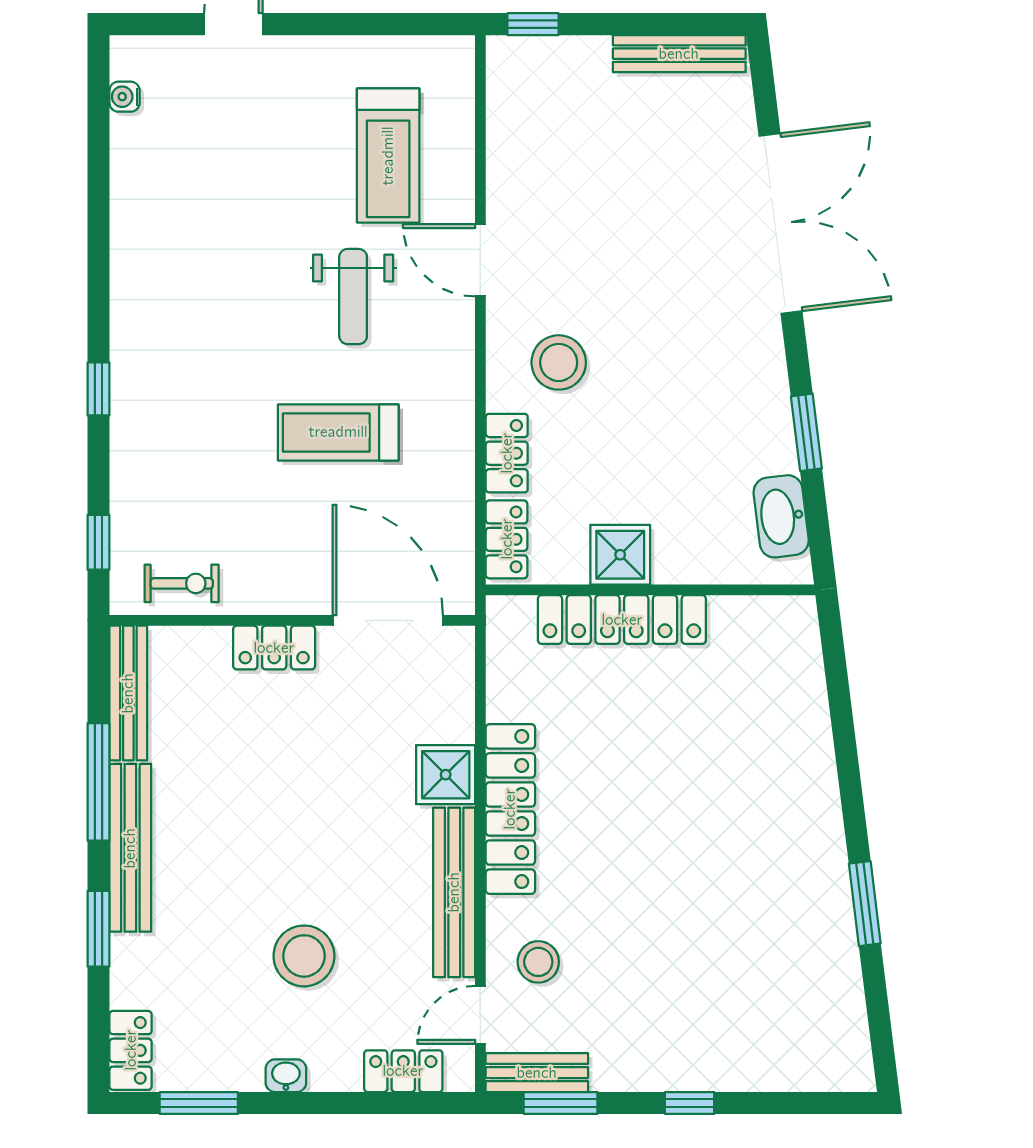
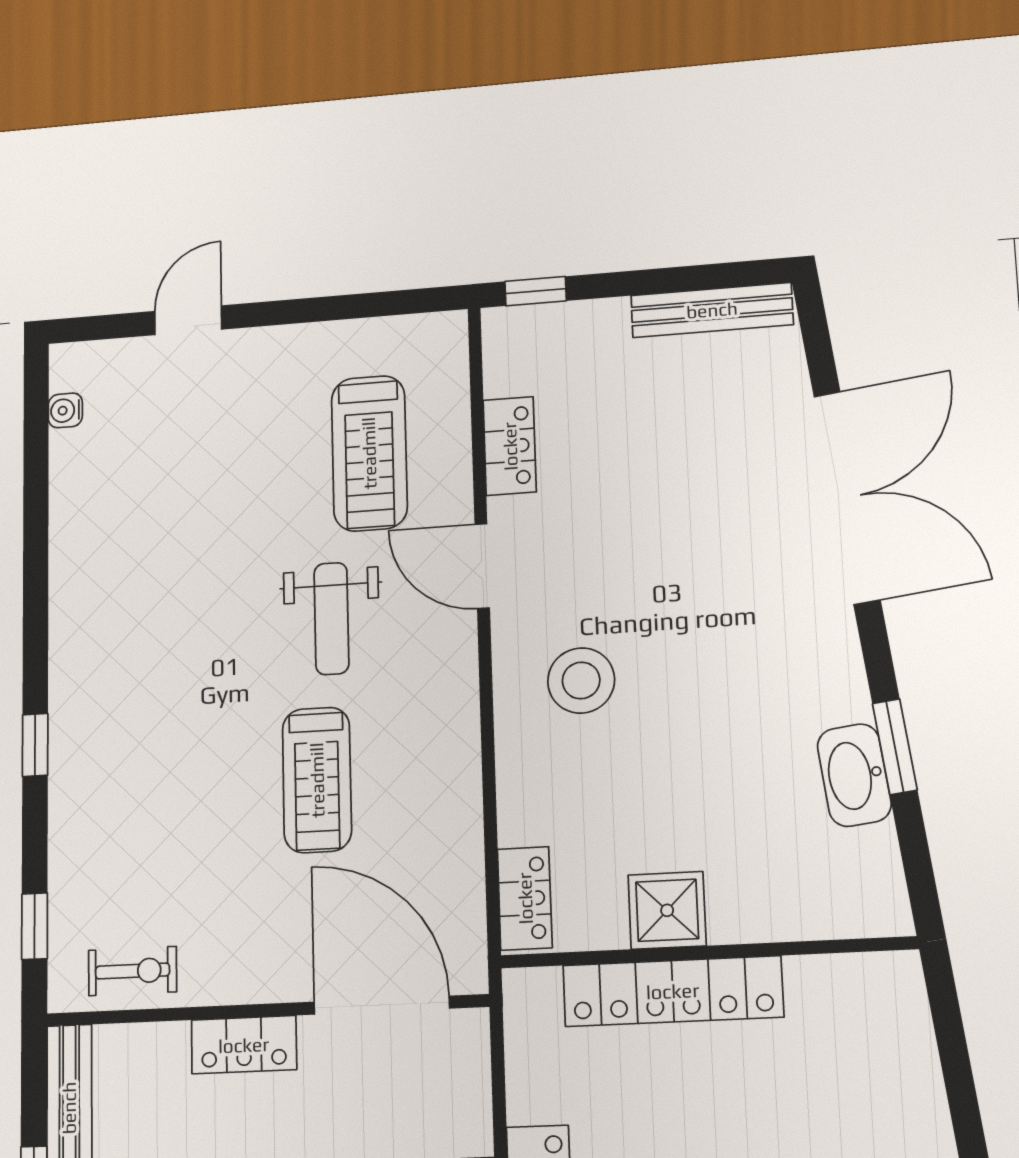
treadmill: (338, 432) -> (317, 780), turned -90
locker: (507, 453) -> (510, 446), moved
washbasin: (781, 516) -> (854, 775), moved

